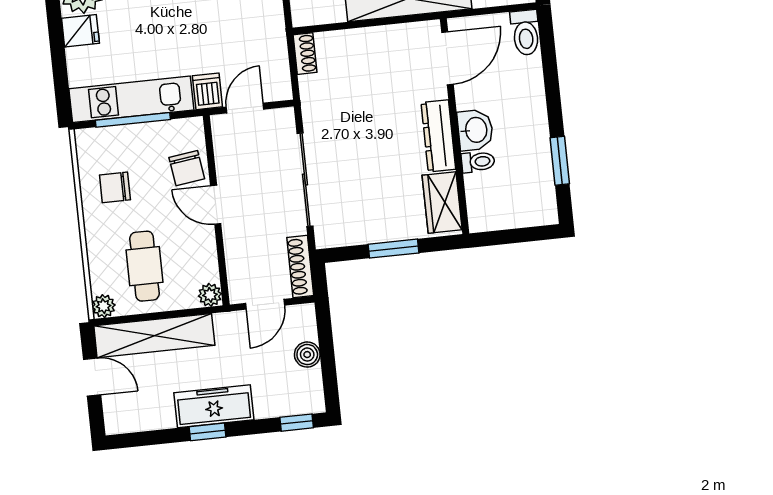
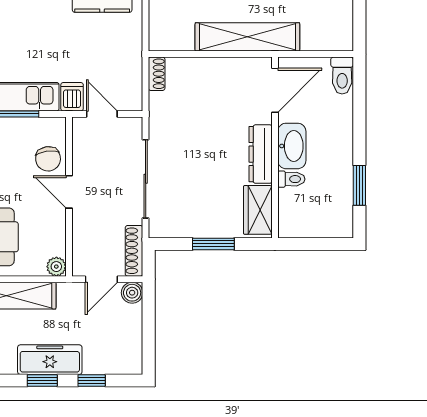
door: (245, 108) -> (102, 114), hinge flipped
washbasin: (475, 130) -> (292, 146), width x1.38
boiler: (307, 355) -> (132, 293), moved
window: (297, 423) -> (92, 381), moved

